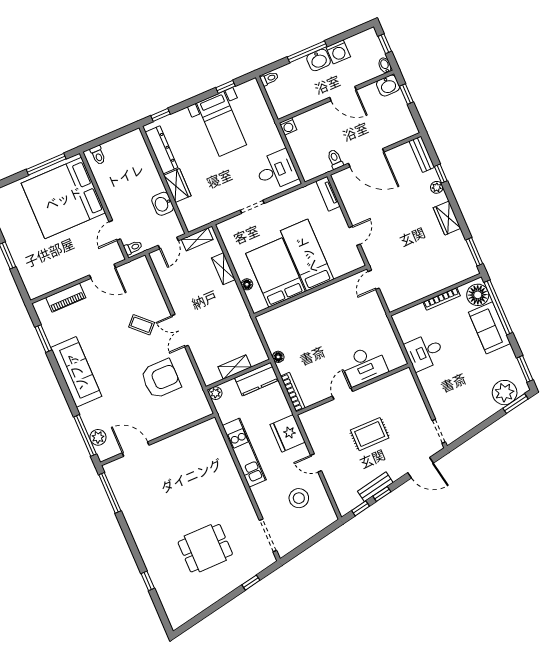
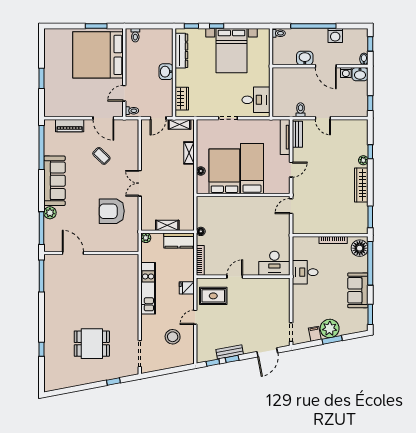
window: (307, 52) -> (313, 26), width x1.46
washbasin: (319, 60) -> (305, 58), moved, turned 180
window: (225, 87) -> (217, 26), moved
window: (406, 94) -> (370, 103), moved
bed with nightstands: (222, 124) -> (232, 51), width x1.36
washing machine: (288, 126) -> (346, 73), moved
bench: (422, 154) -> (297, 134), moved
door: (366, 158) -> (323, 118), width x0.53
window: (46, 164) -> (96, 26), width x0.69
wardrobe: (177, 186) -> (182, 99), moved
tv unit: (328, 194) -> (285, 137), width x1.41
washbasin: (163, 204) -> (166, 72), moved
wardrobe: (447, 218) -> (361, 185), width x1.50
coffee table: (142, 325) -> (101, 156), moved
sofa: (489, 328) -> (358, 290), moved
window: (43, 339) -> (42, 148), width x2.11
desk: (364, 365) -> (274, 263), moved
armchair: (161, 379) -> (112, 211), turned 180
plant: (505, 393) -> (330, 328), moved
window: (516, 404) -> (332, 340), moved
filing cabinet: (468, 421) -> (315, 334), added
fridge: (288, 433) -> (187, 288), width x0.53, depth x0.75
rug: (370, 434) -> (213, 296), moved
plant: (98, 437) -> (50, 213), moved
door: (316, 463) -> (195, 317), hinge flipped
door: (421, 468) -> (267, 352), hinge flipped

